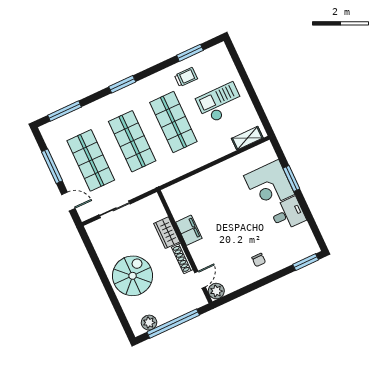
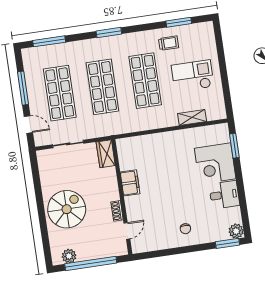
shelving: (247, 138) -> (192, 117), moved
window: (291, 178) -> (234, 146), moved
wardrobe: (167, 233) -> (106, 154), moved
shoe rack: (182, 258) -> (117, 211), width x0.70
plant: (216, 291) -> (236, 231), moved

